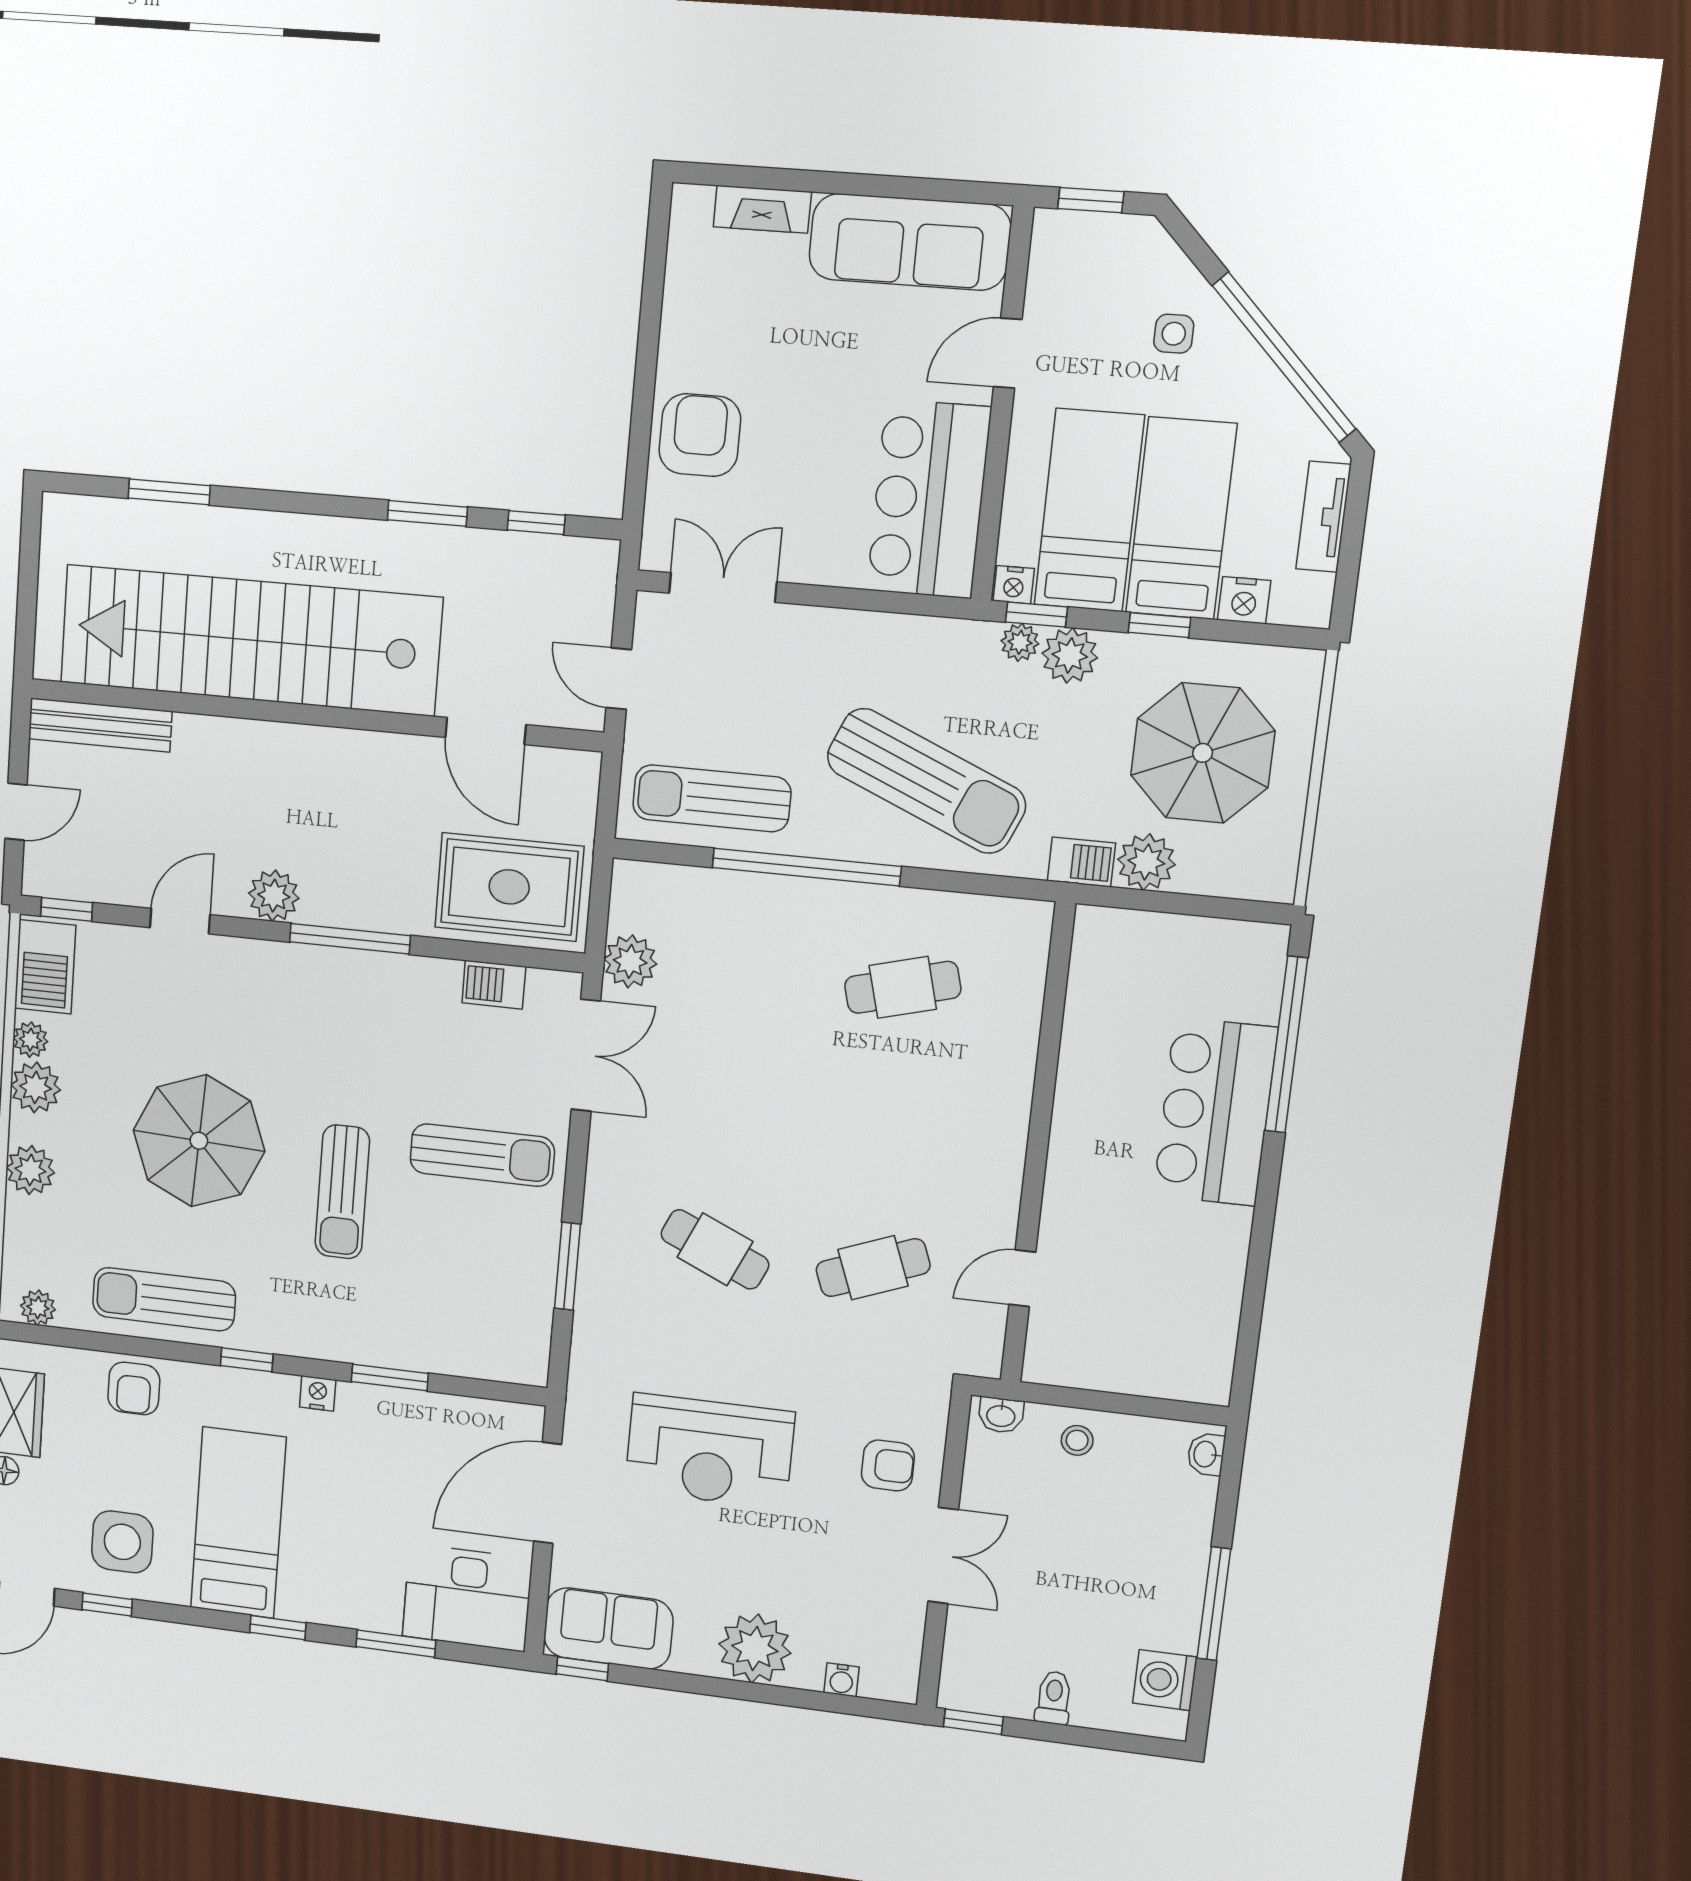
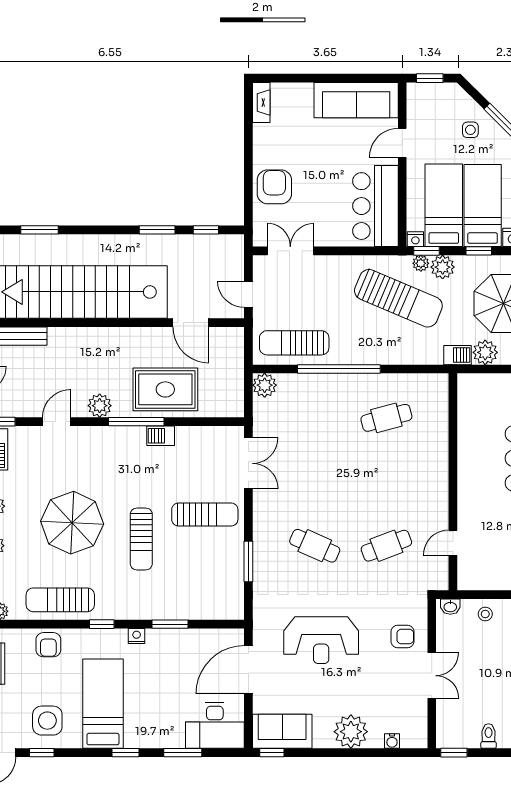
fireplace: (762, 209) -> (261, 102), moved, turned -90
sun lounger: (926, 781) -> (398, 298), moved
rug: (509, 887) -> (165, 389), moved
plant: (630, 961) -> (265, 385), moved
barbecue: (494, 985) -> (161, 436), moved

